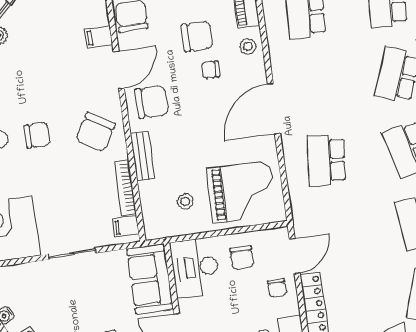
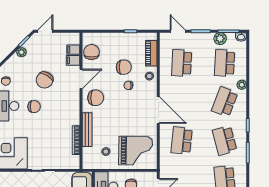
door: (274, 108) -> (158, 110), swing flipped
chair: (95, 132) -> (45, 80), moved
bench: (143, 156) -> (87, 130), width x1.36
filing cabinet: (126, 227) -> (73, 50), moved

